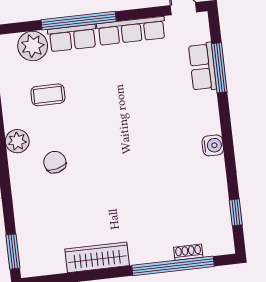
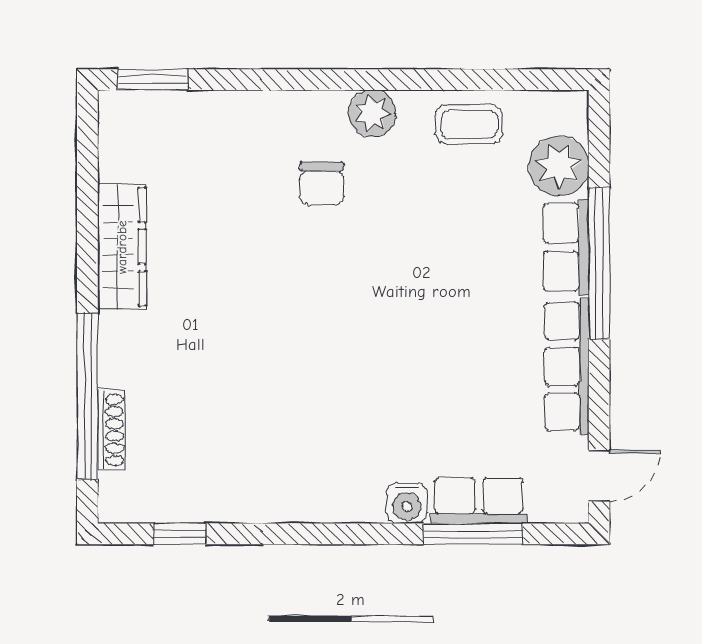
coffee table: (48, 95) -> (469, 124), moved, turned 90
water cooler: (213, 145) -> (407, 503), moved
chair: (55, 162) -> (322, 184), turned 104
shoe rack: (188, 252) -> (111, 430), width x1.43

